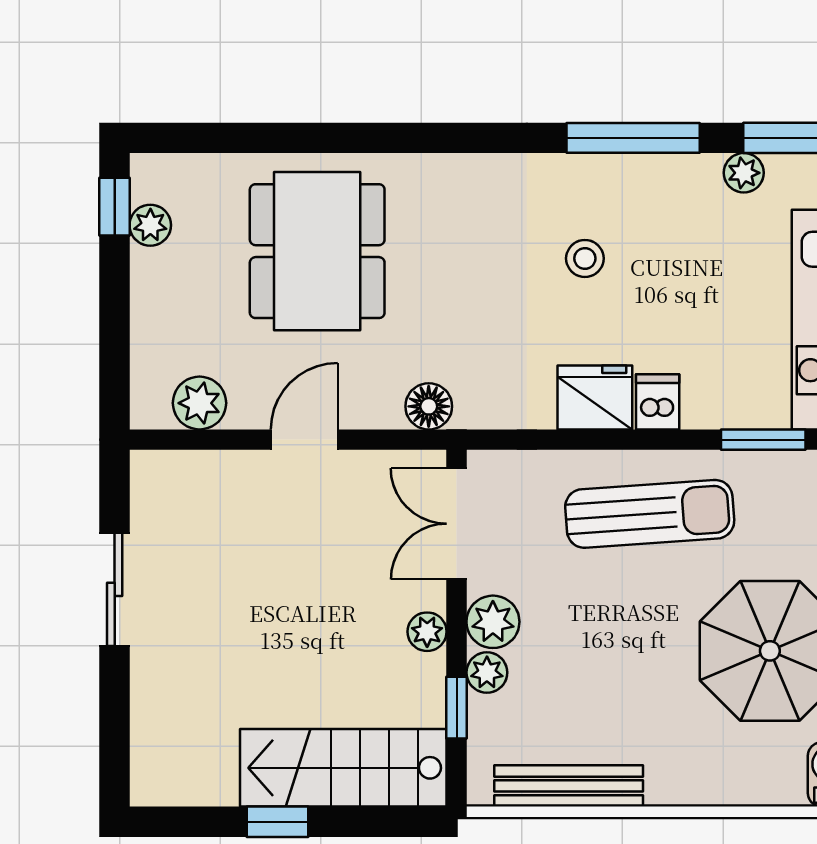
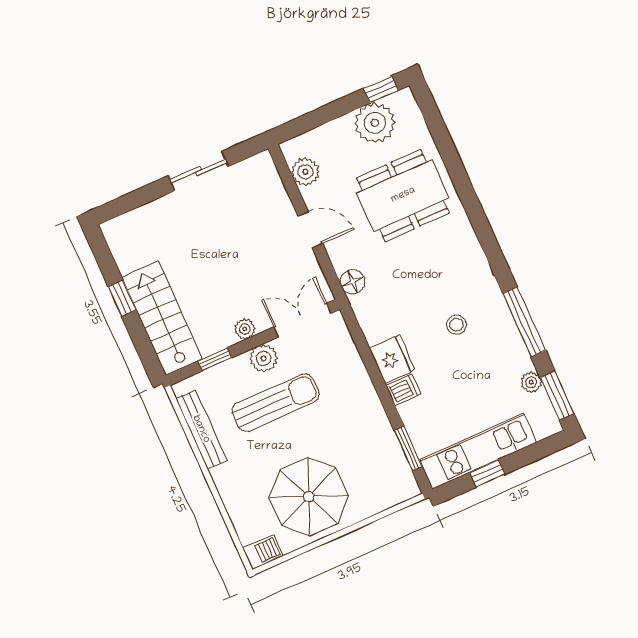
plant: (150, 225) -> (375, 123), width x1.88, depth x1.88
sun lounger: (650, 514) -> (275, 403), moved, turned -86
plant: (487, 673) -> (238, 366), removed

